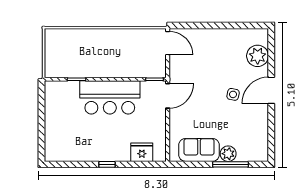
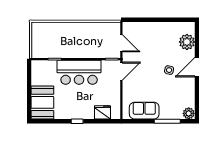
door: (168, 43) -> (121, 43), moved
booth: (60, 139) -> (42, 102), added
plant: (228, 154) -> (189, 113), moved

